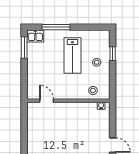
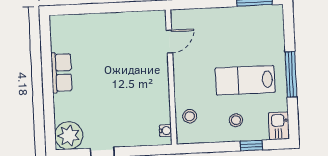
window: (56, 27) -> (291, 74), moved
kitchen sink: (35, 36) -> (279, 126), moved

